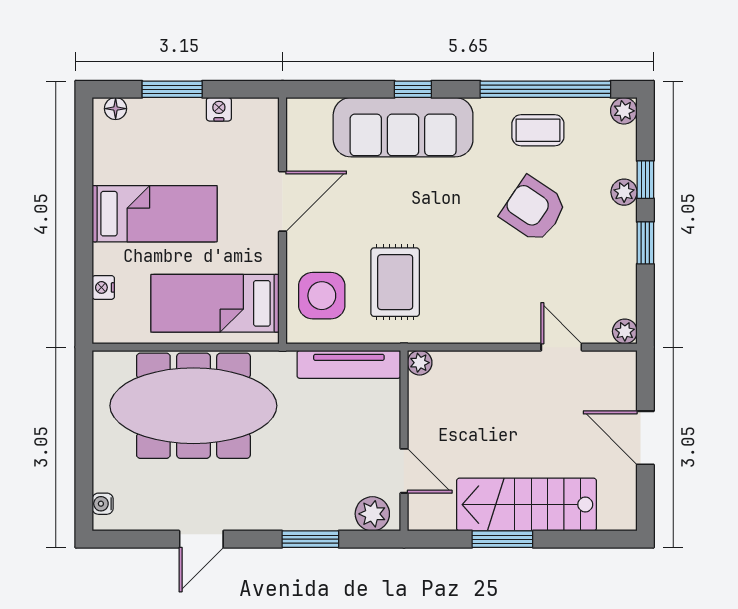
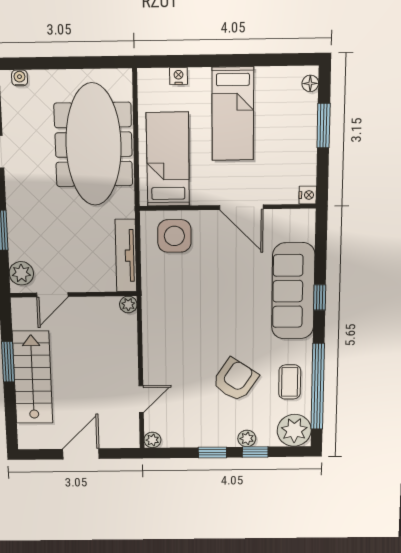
nightstand: (219, 109) -> (308, 195), moved
plant: (624, 111) -> (294, 430), width x1.87, depth x1.87
rug: (395, 282) -> (184, 287), removed

